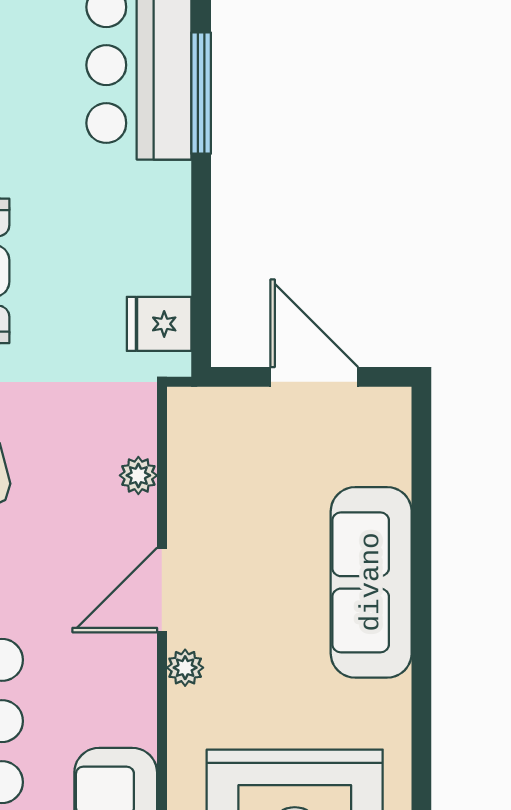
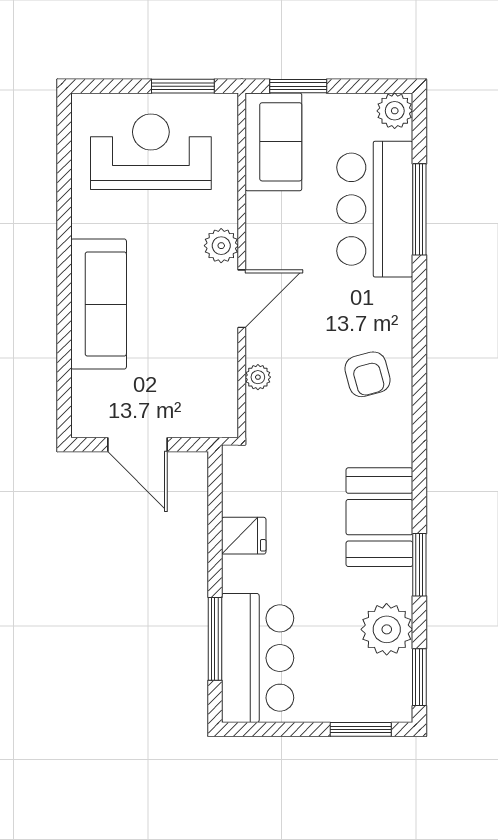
fridge: (159, 324) -> (244, 536), moved
plant: (185, 668) -> (221, 246), width x1.38, depth x1.38

